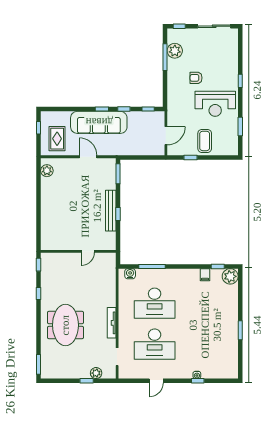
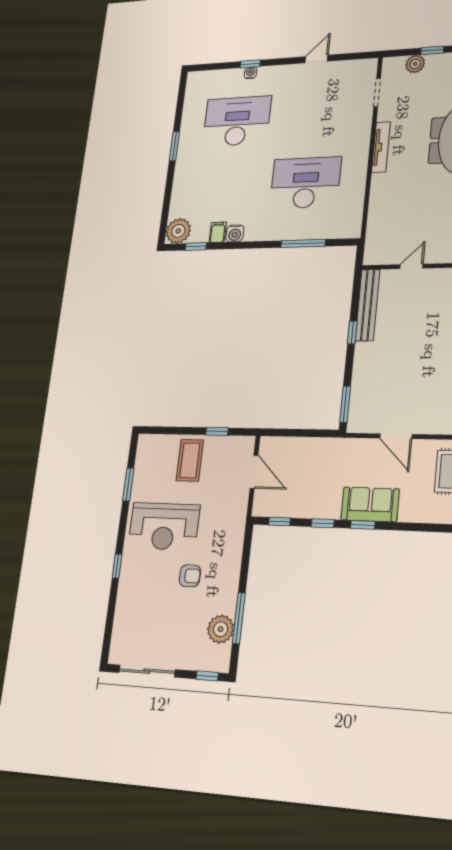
reception desk: (215, 104) -> (164, 526), turned 180
sofa: (99, 122) -> (370, 504), width x0.54, depth x0.79
door: (166, 136) -> (254, 472), swing flipped
bench: (111, 211) -> (367, 305), moved
water cooler: (130, 274) -> (235, 233), moved
desk: (155, 344) -> (237, 121), moved

